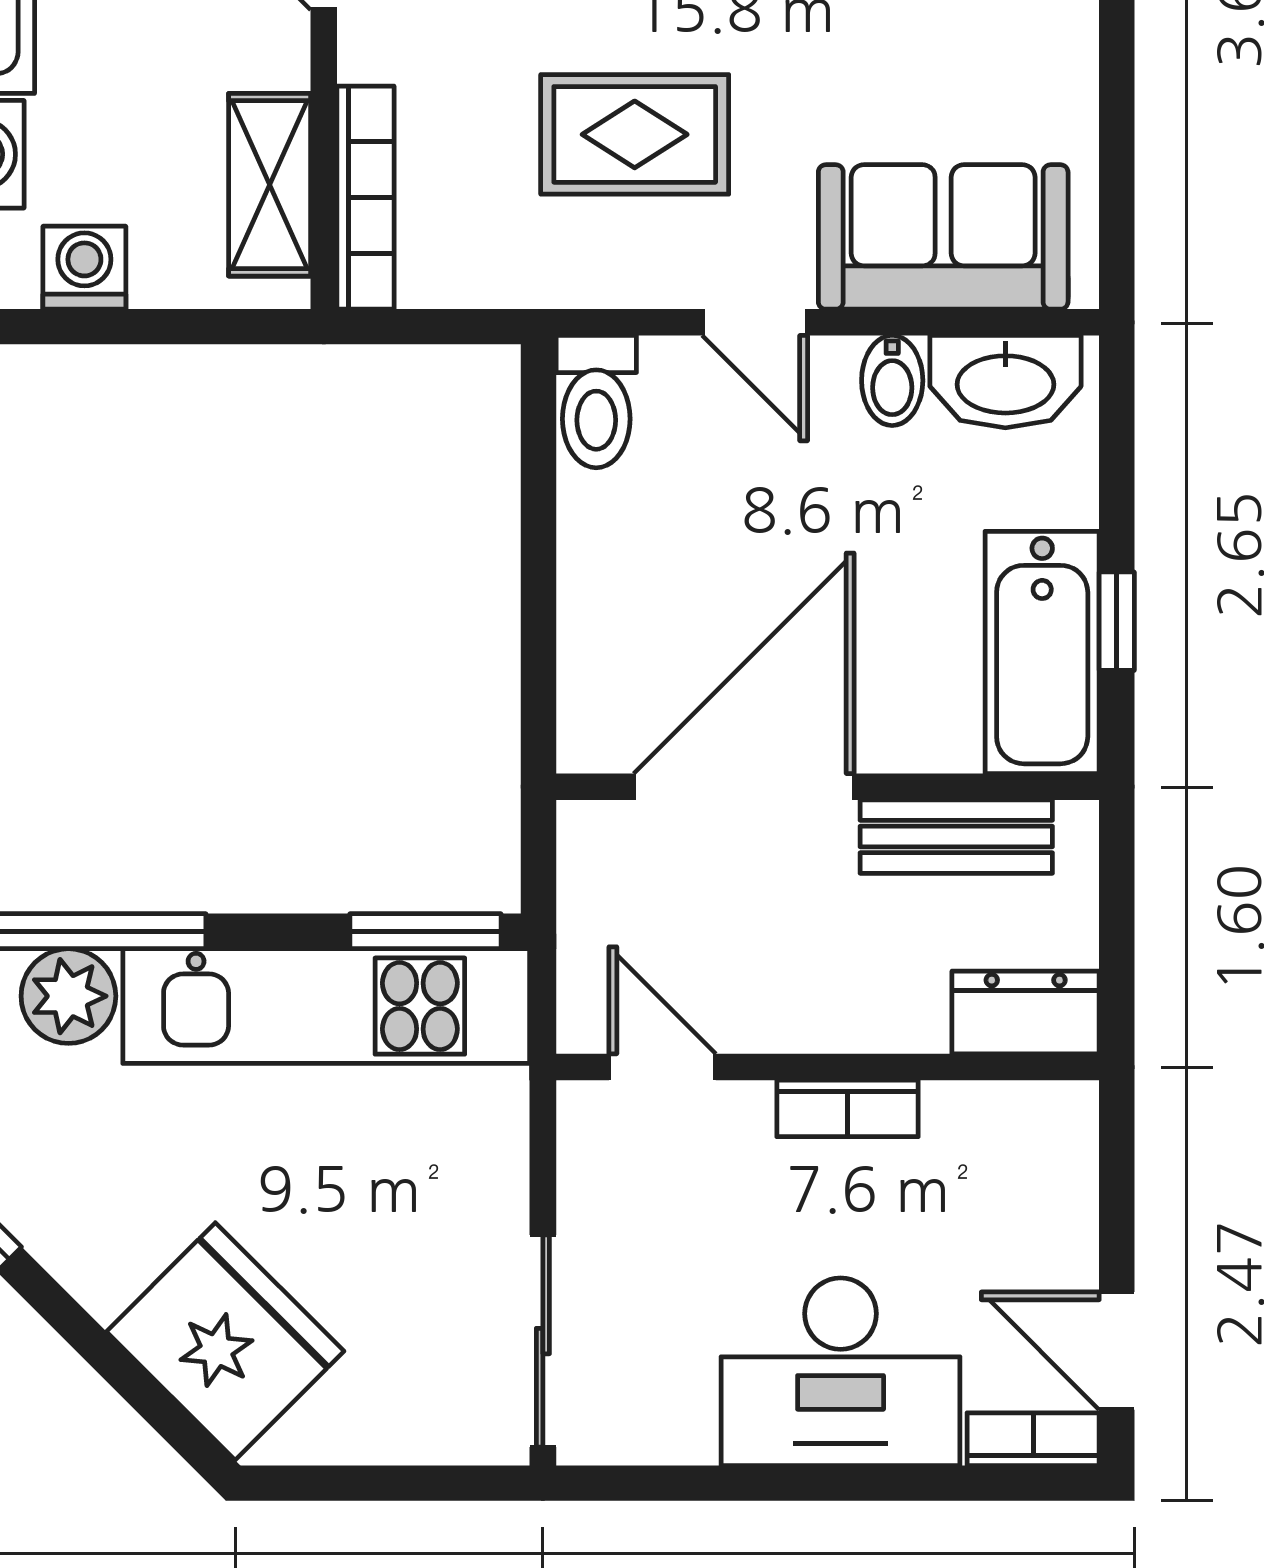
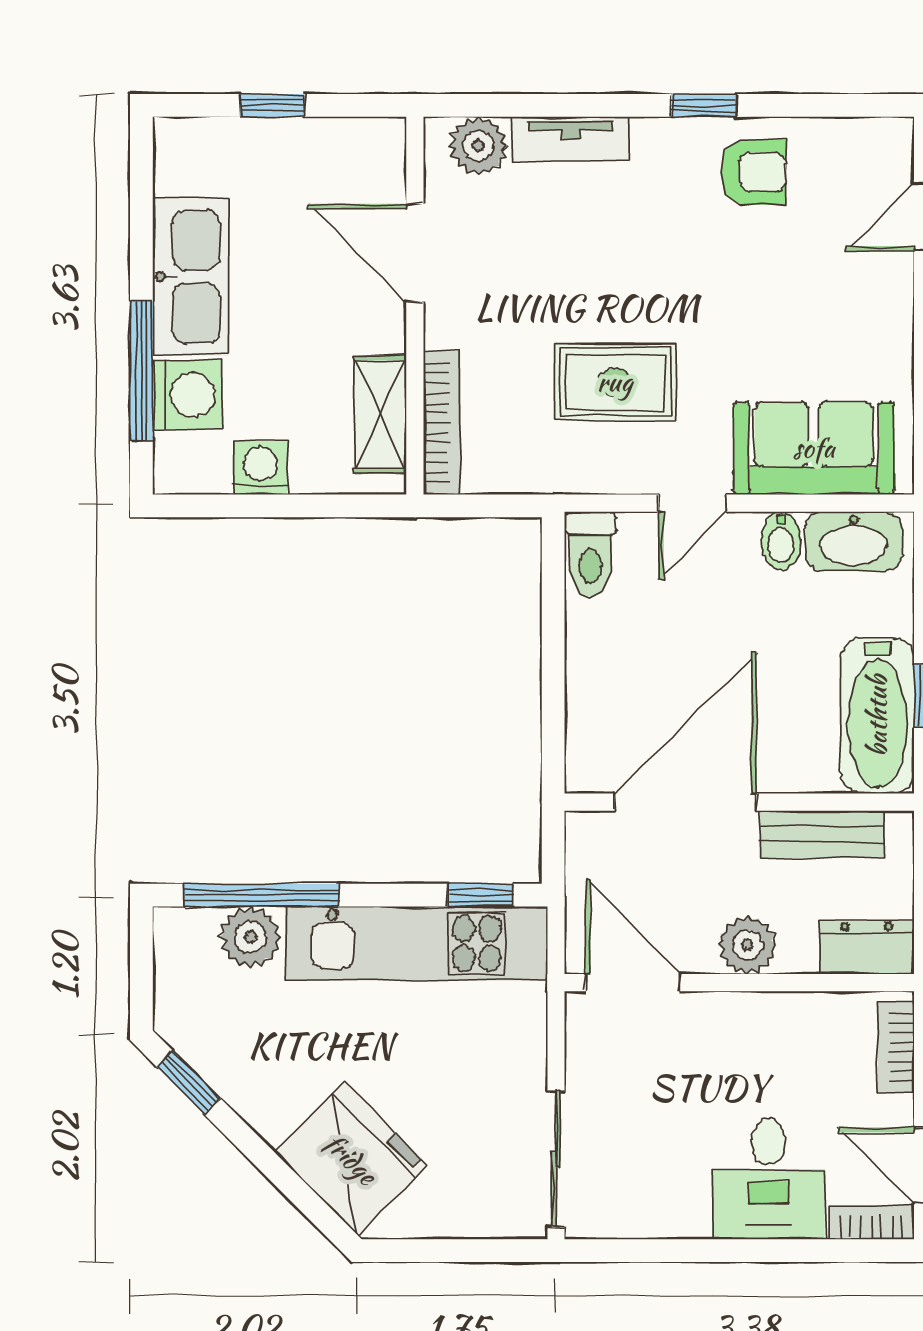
door: (755, 322) -> (692, 503), hinge flipped
window: (425, 931) -> (480, 895), width x0.67
plant: (840, 1009) -> (747, 945), added
door: (662, 1067) -> (633, 983), width x1.37
bookcase: (847, 1108) -> (896, 1047), moved, turned 90
desk: (841, 1372) -> (769, 1179), width x0.73

